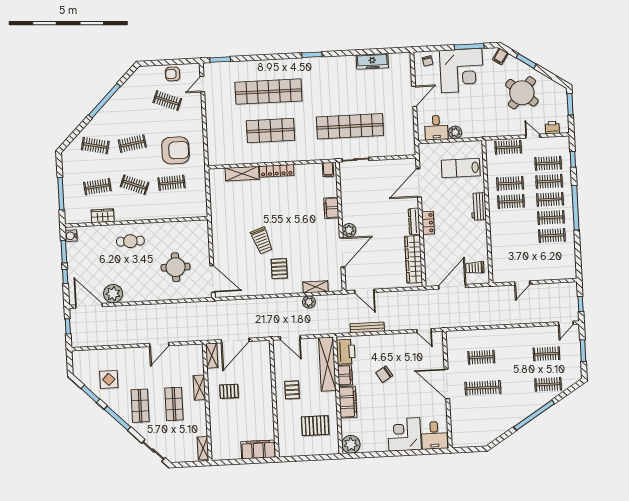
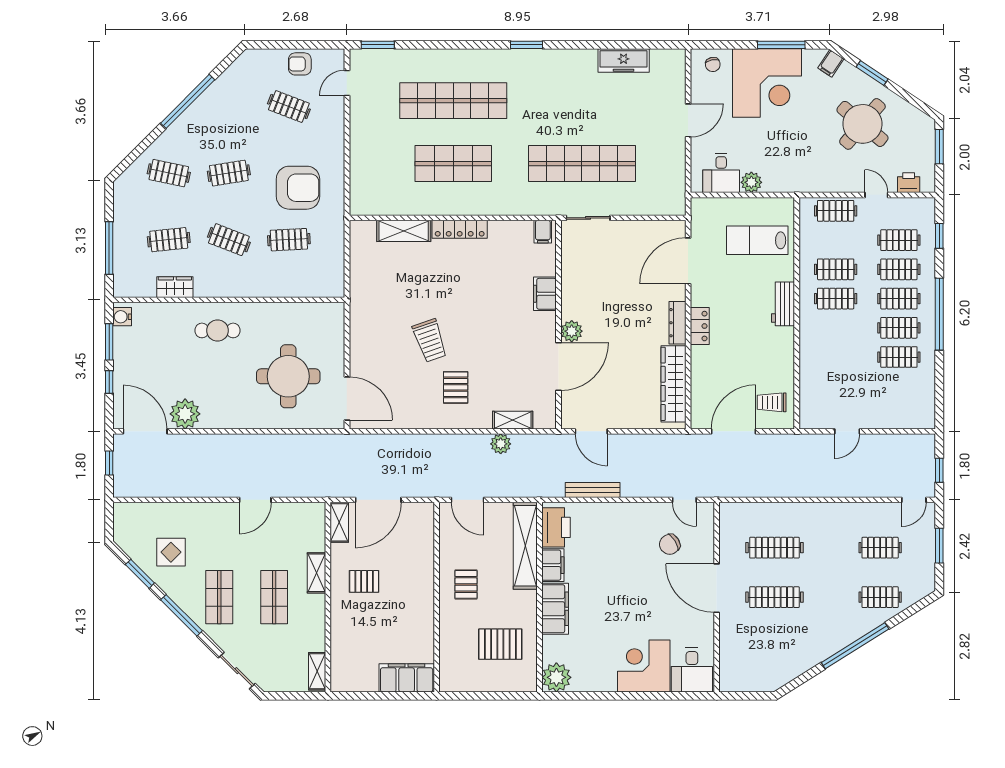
round table: (176, 267) -> (288, 376), width x1.36, depth x1.36
clothes rail: (481, 357) -> (774, 548), width x1.36
chair: (384, 374) -> (670, 544), moved

